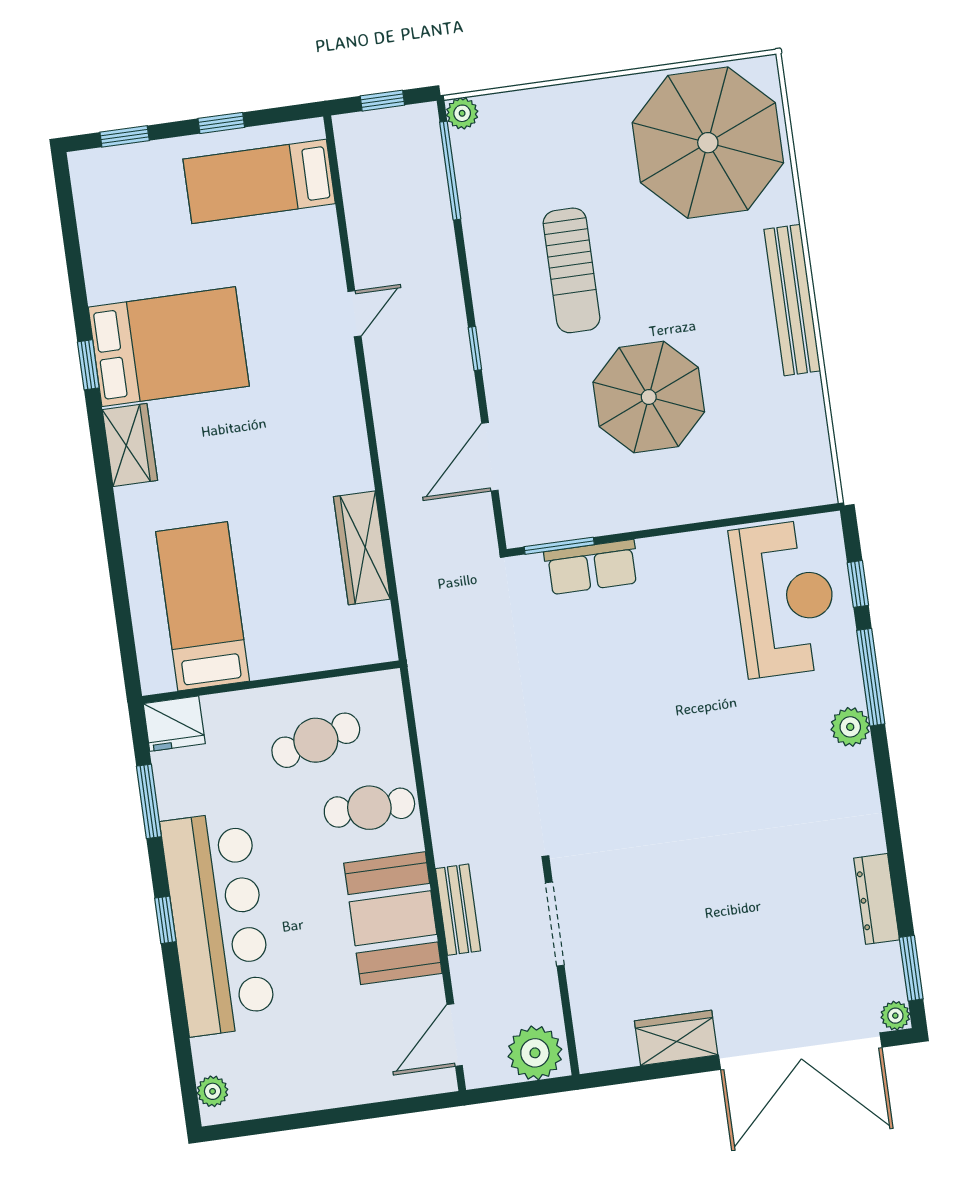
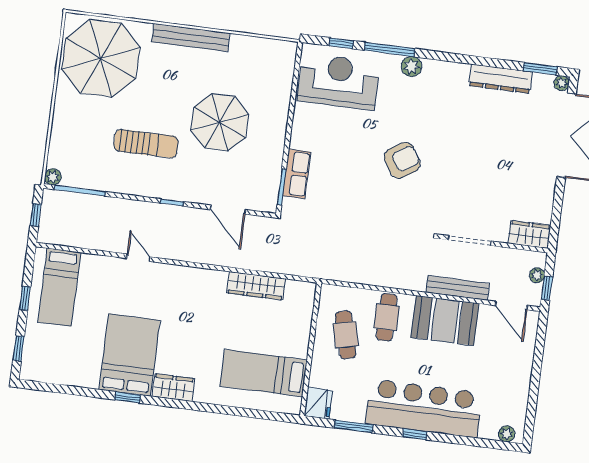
armchair: (670, 757) -> (402, 160), added
dresser: (877, 899) -> (501, 79), width x1.37, depth x1.24
bench: (458, 910) -> (458, 288), width x1.36
wardrobe: (676, 1038) -> (529, 234), moved, turned 90
plant: (535, 1053) -> (537, 275), width x0.53, depth x0.53
window: (505, 1092) -> (547, 288), added

